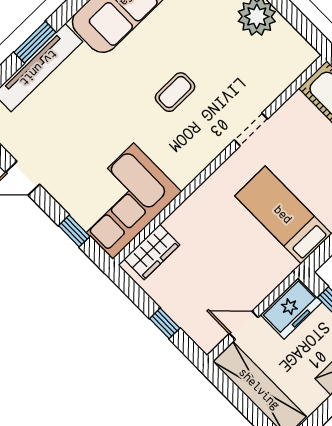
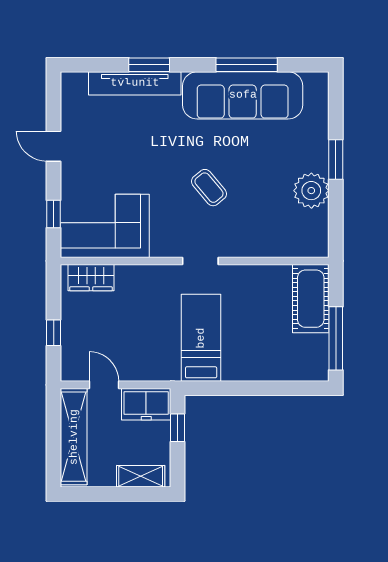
coffee table: (175, 92) -> (209, 188), turned 50
doorway: (251, 129) -> (200, 261), moved

